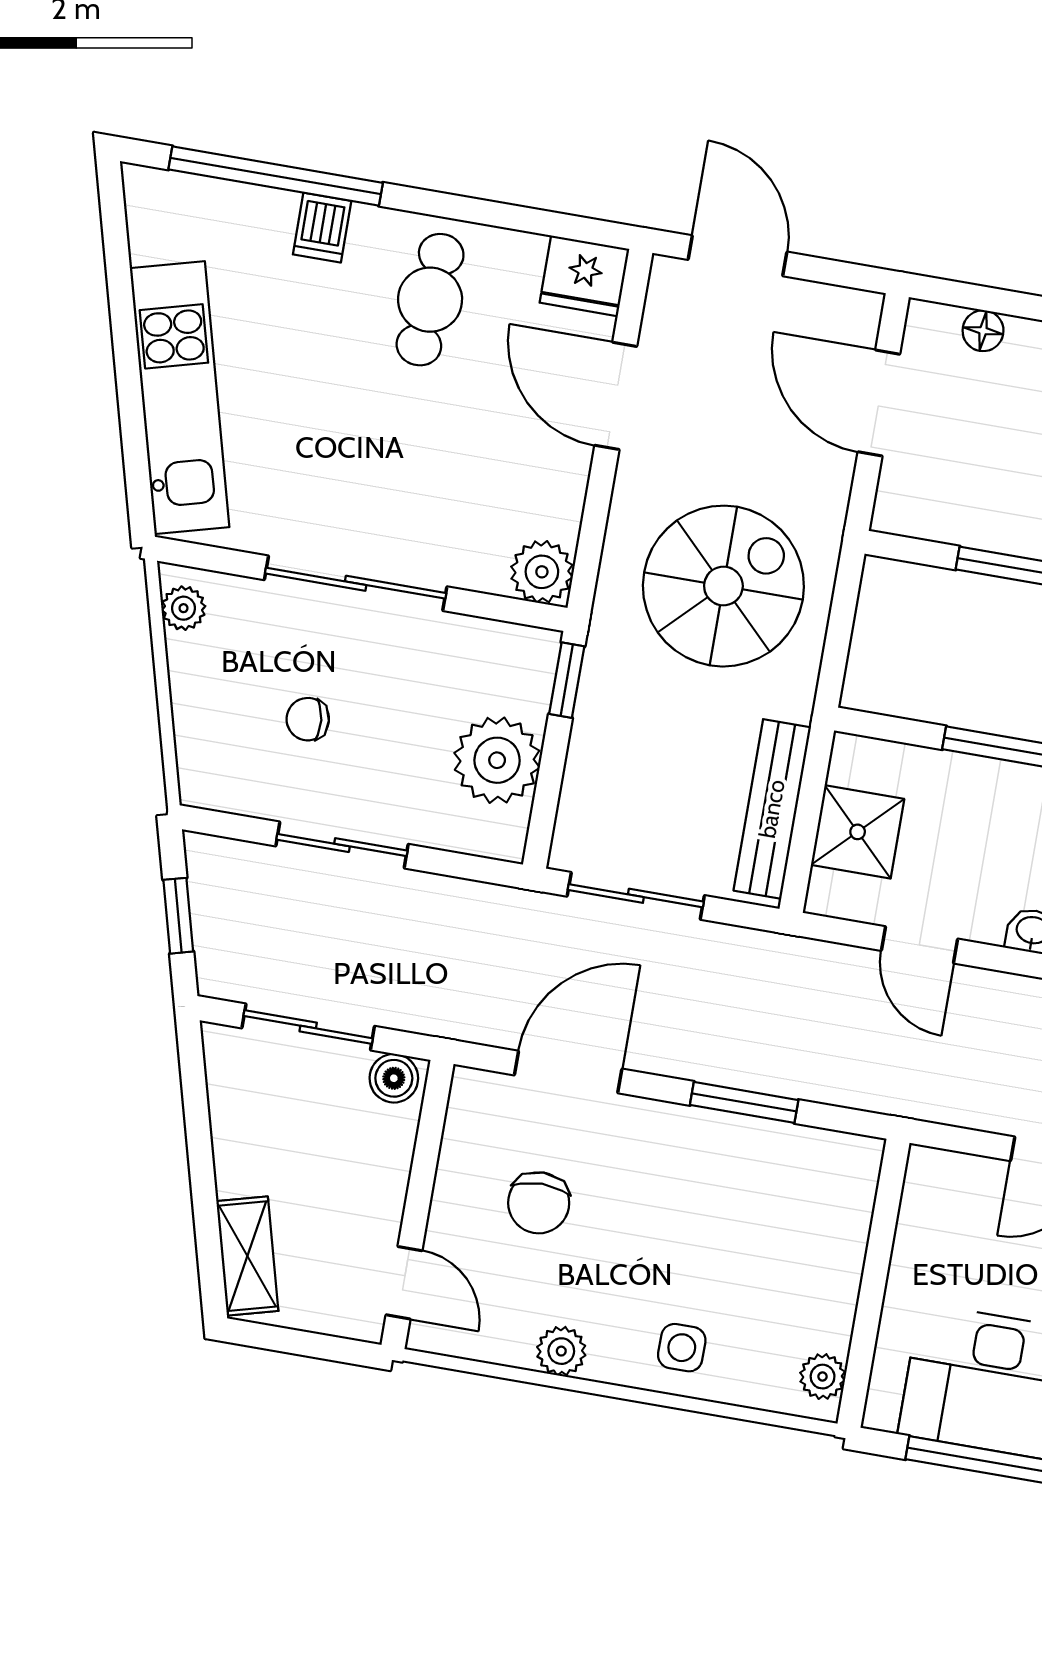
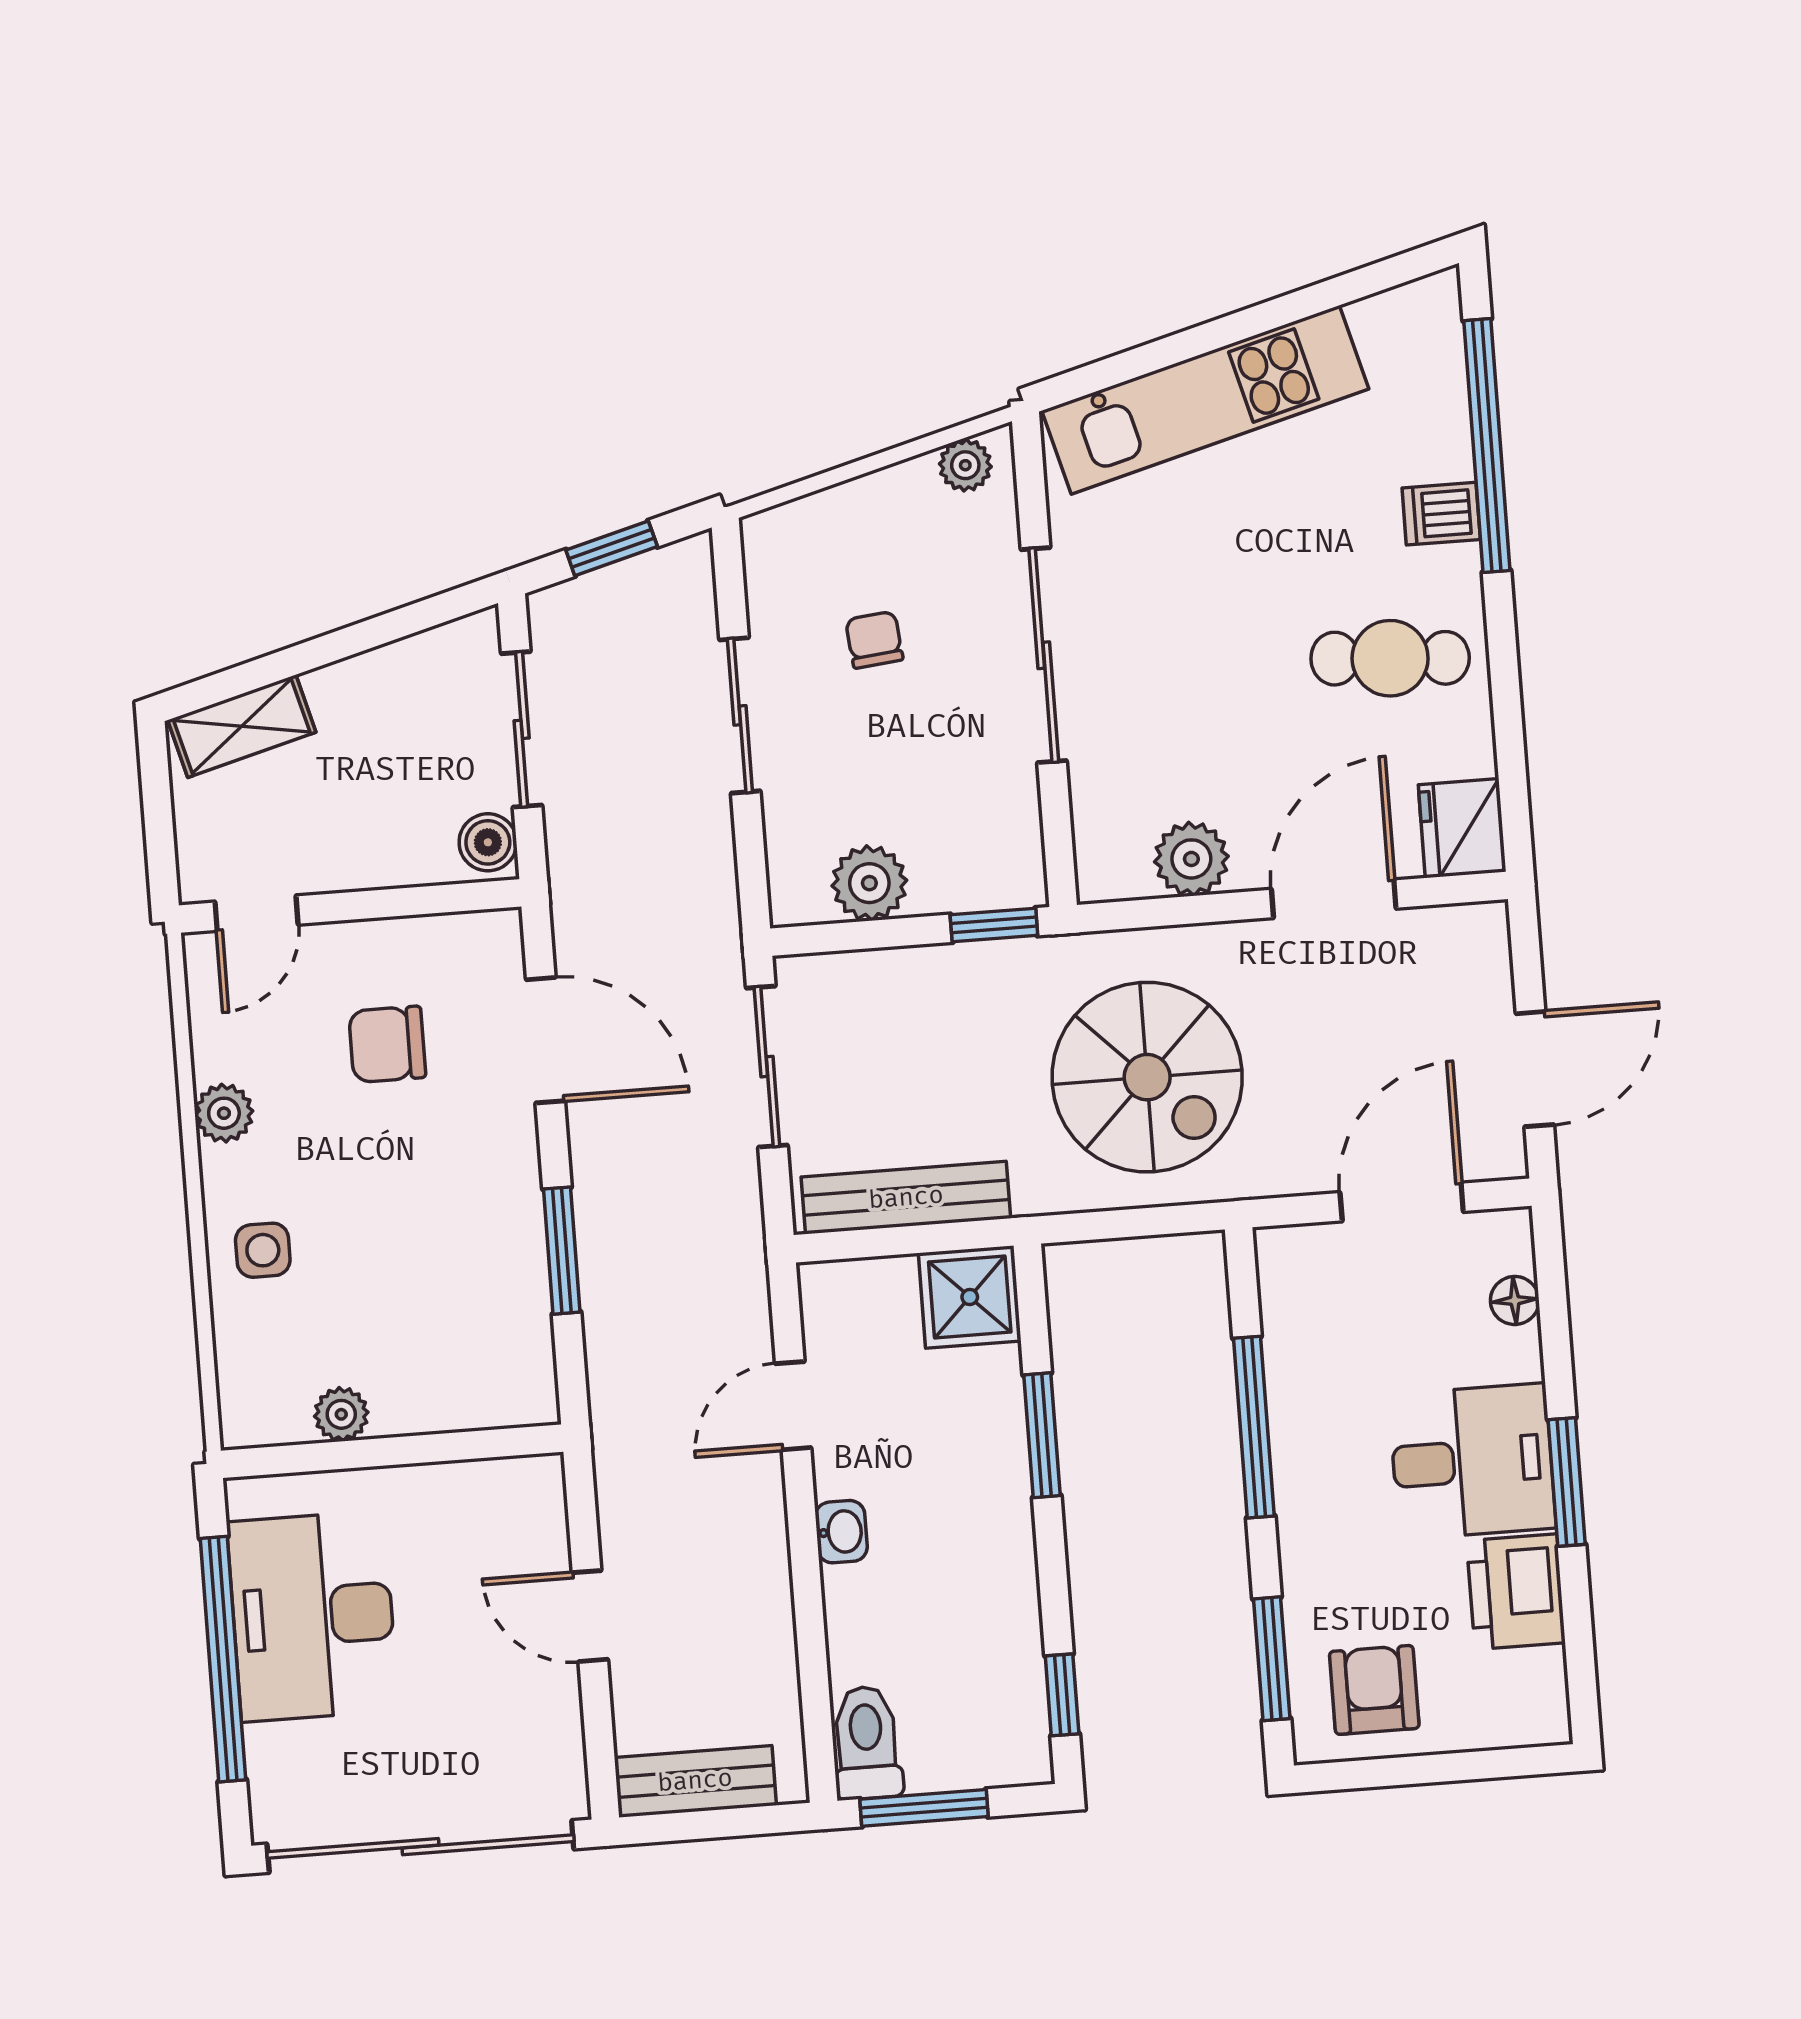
door: (738, 256) -> (1535, 1069), moved
plant: (542, 572) -> (1191, 859), moved
plant: (497, 760) -> (869, 883), width x0.73, depth x0.73
shower: (858, 832) -> (970, 1297), moved
plant: (823, 1377) -> (341, 1414), moved

